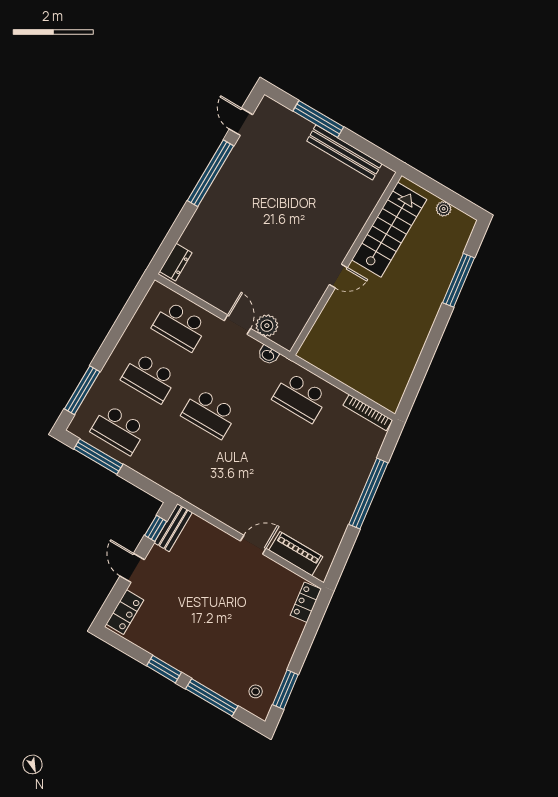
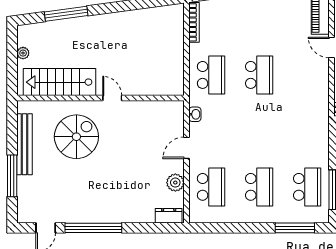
spiral stairs: (320, 213) -> (76, 137), added
plant: (267, 326) -> (175, 183), moved
school desk: (209, 413) -> (259, 75), moved

